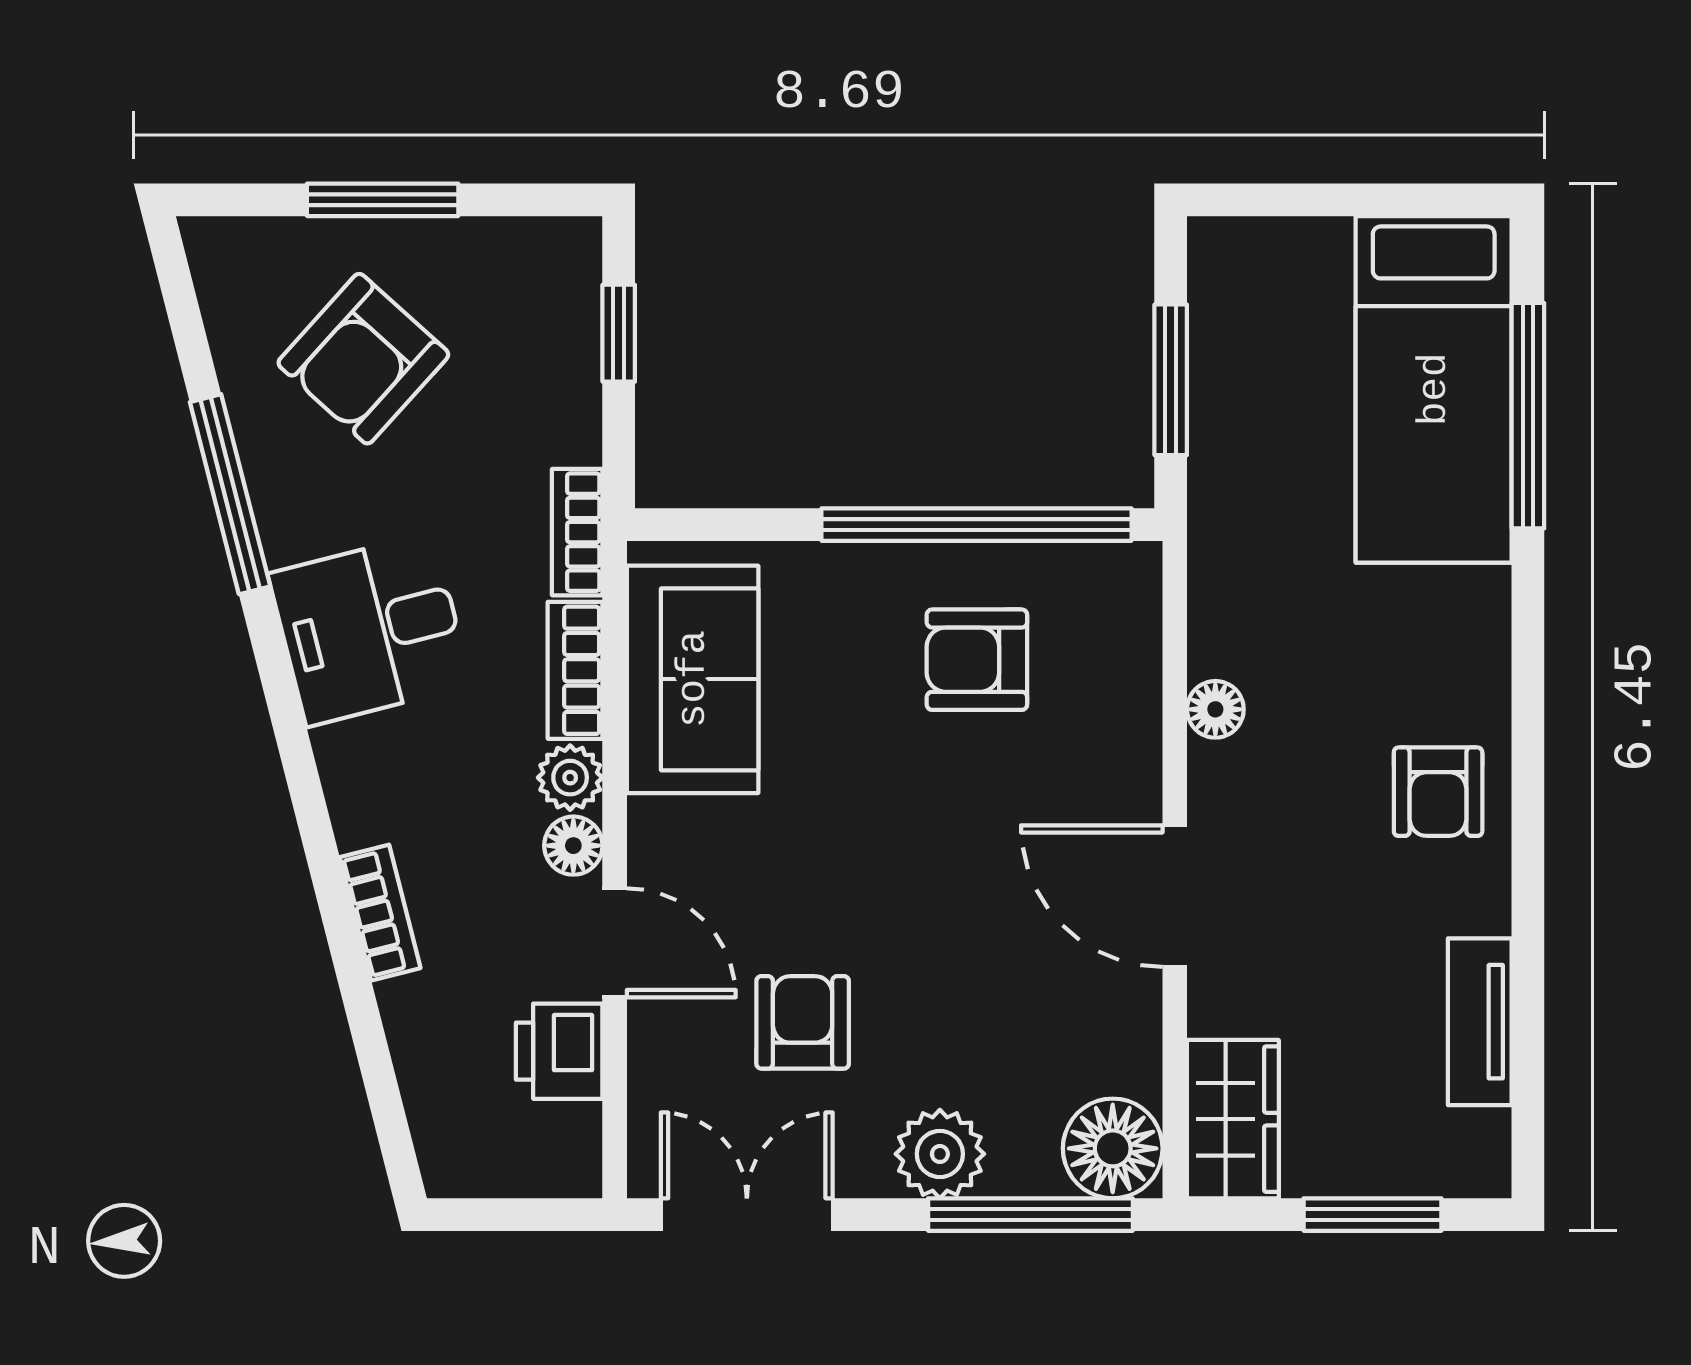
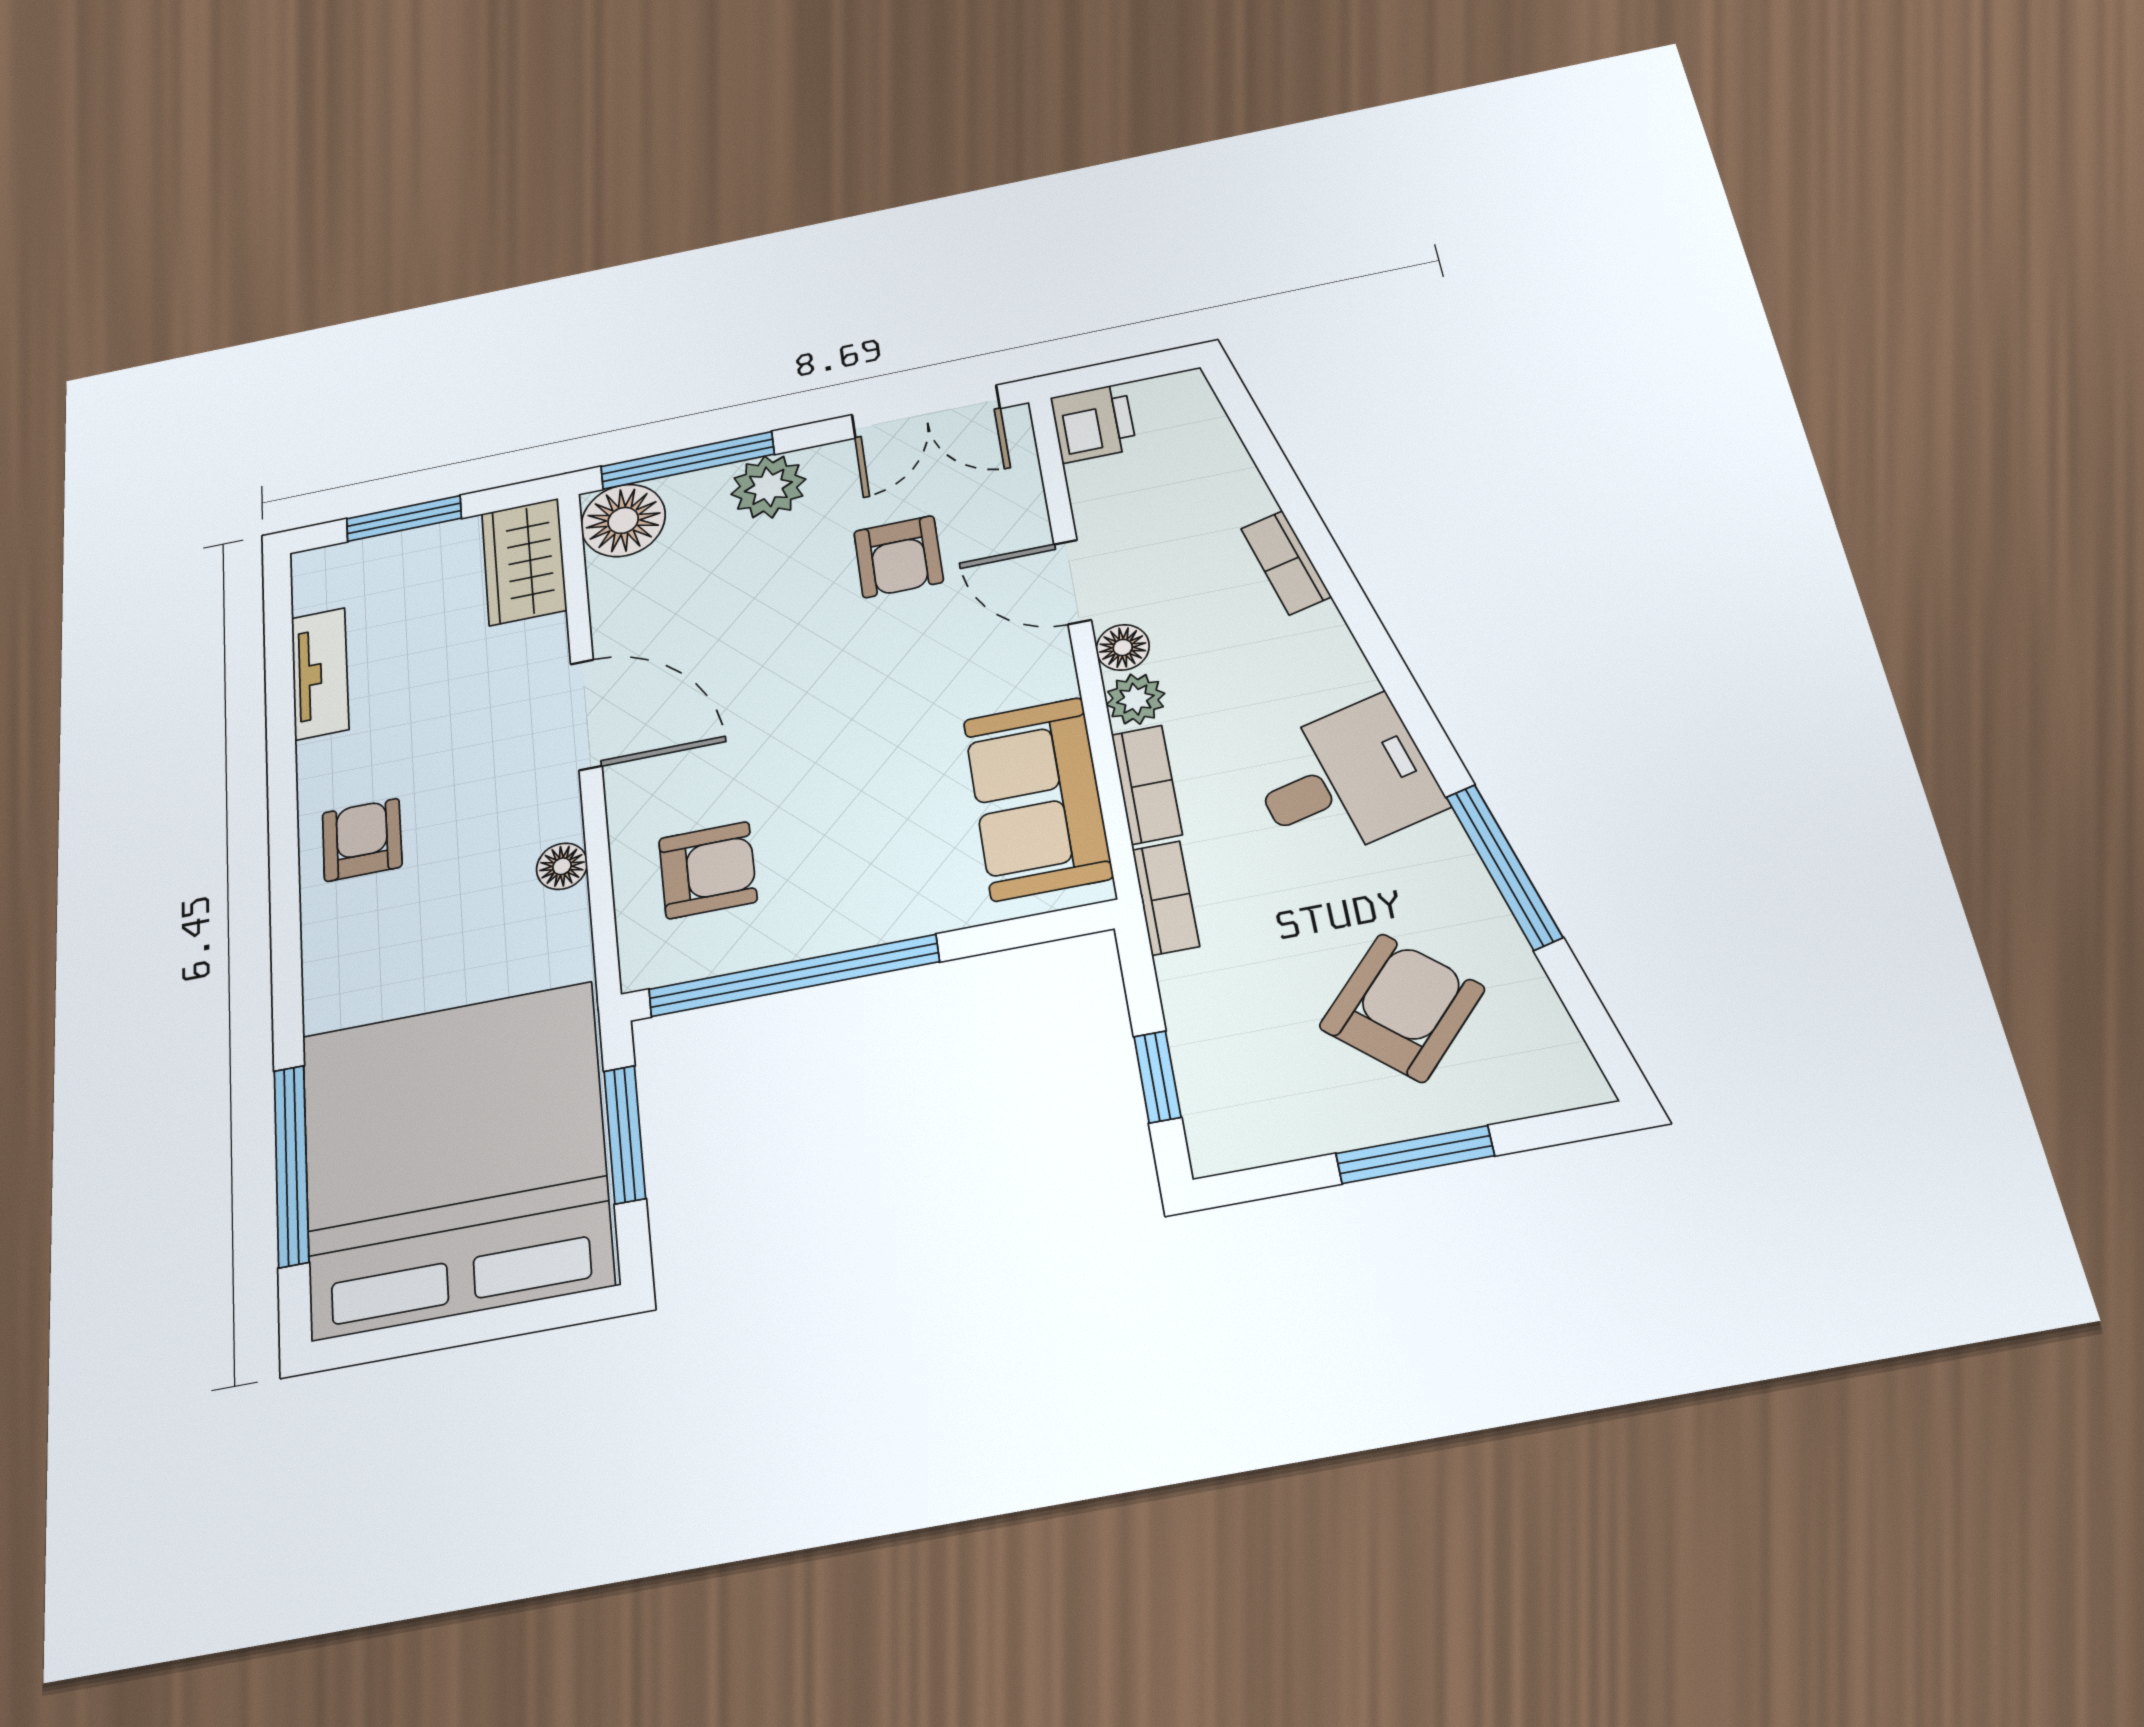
bed: (1434, 389) -> (454, 1158), width x2.04
armchair: (977, 660) -> (708, 870), moved
printer: (559, 1051) -> (1093, 423), moved

